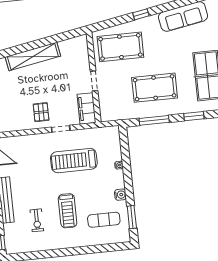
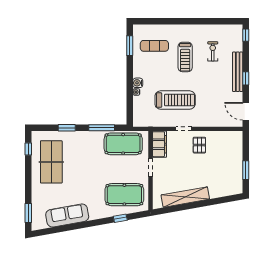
window: (141, 14) -> (120, 218), moved
shelving: (33, 57) -> (185, 197), moved
pool table: (155, 88) -> (123, 144), moved
water cooler: (120, 195) -> (138, 83), moved
treadmill: (68, 211) -> (185, 57), turned 180

